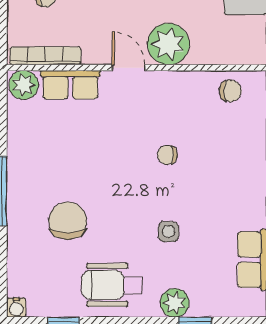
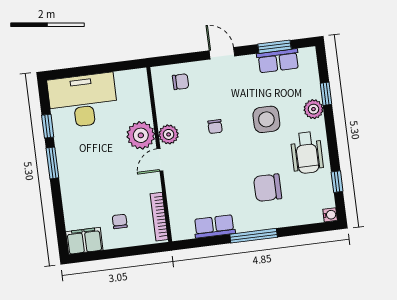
plant: (24, 85) -> (169, 134), moved
row of seats: (70, 85) -> (214, 226), moved, turned -90
chair: (230, 91) -> (181, 82), moved, turned 90
side table: (168, 232) -> (266, 119), width x1.87, depth x1.87

